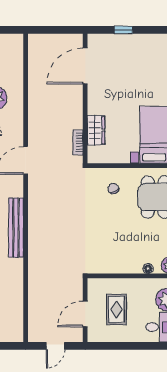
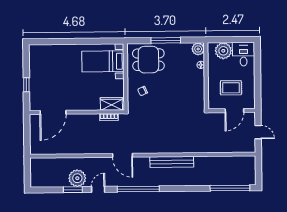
door: (85, 66) -> (53, 112), hinge flipped
wardrobe: (96, 130) -> (111, 104), moved
door: (85, 314) -> (234, 111), hinge flipped

